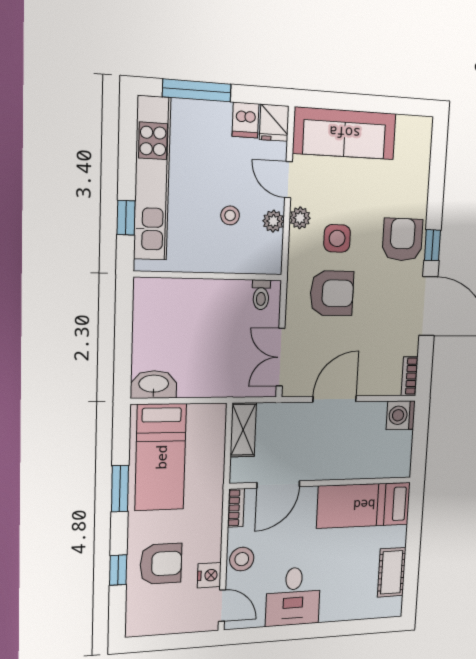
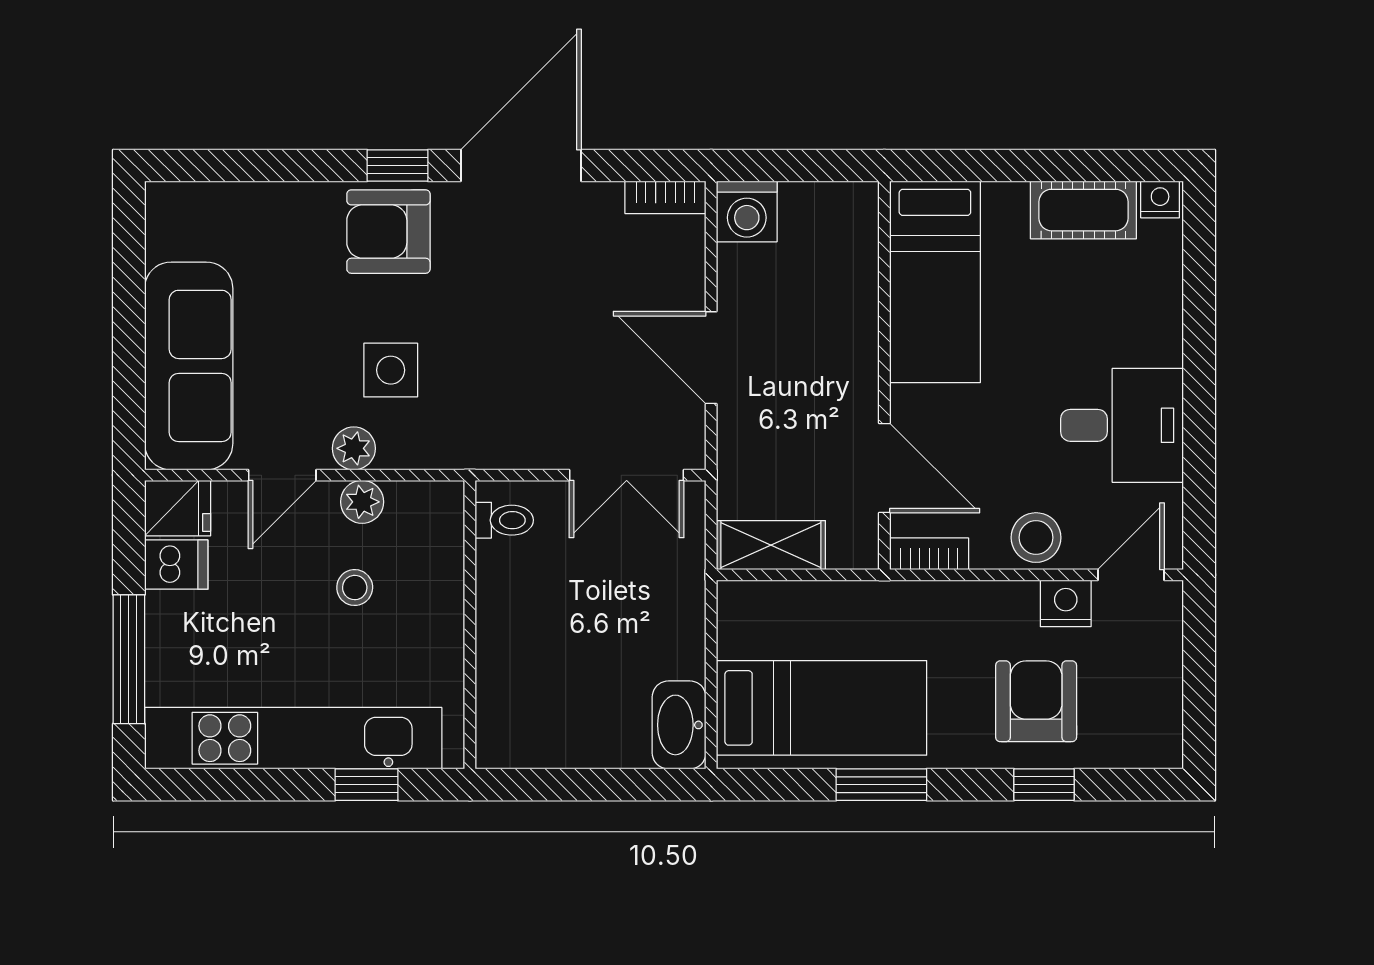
armchair: (332, 293) -> (498, 375), removed
nightstand: (394, 607) -> (1160, 200), added

